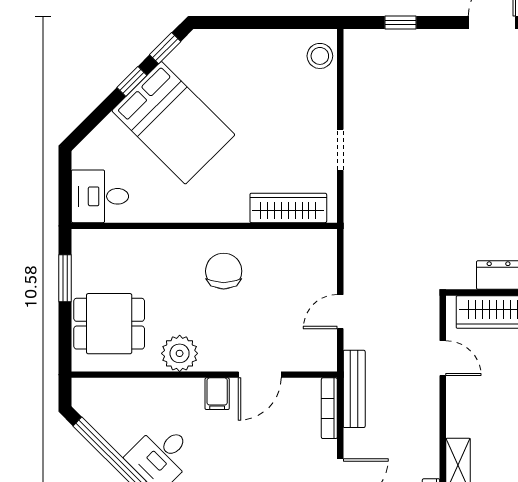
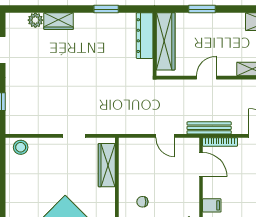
chair: (224, 271) -> (142, 202), width x0.54, depth x0.54
door: (443, 358) -> (206, 78), moved
door: (260, 375) -> (201, 164), moved

